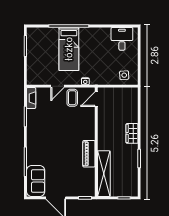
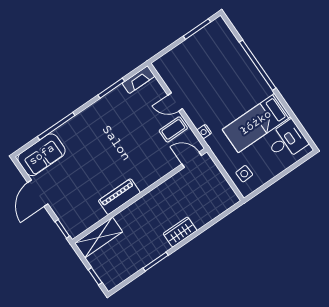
bed: (69, 49) -> (256, 123), moved
shelving: (104, 174) -> (99, 237), width x0.68

